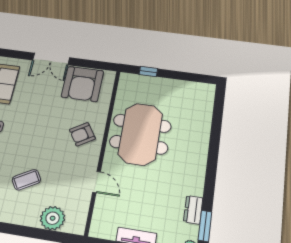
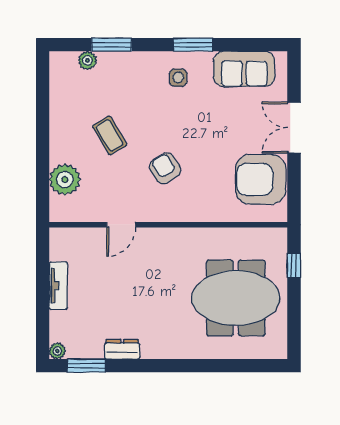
armchair: (82, 134) -> (165, 168), moved
meeting table: (140, 134) -> (236, 298), moved
dresser: (193, 210) -> (122, 349), moved

